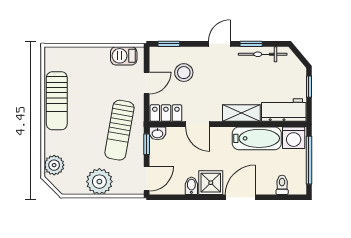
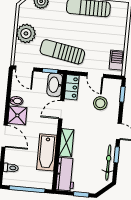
washbasin: (157, 133) -> (55, 85), width x1.91, depth x1.45
washing machine: (294, 138) -> (45, 180), removed

